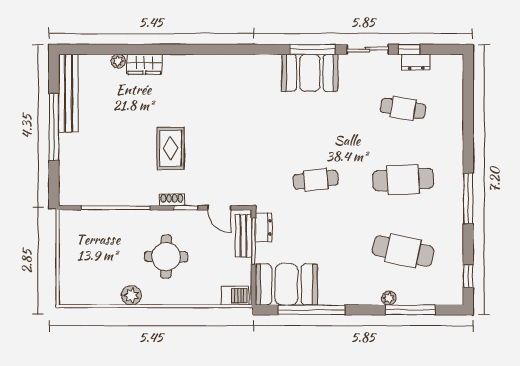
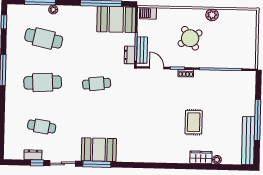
rug: (171, 148) -> (194, 122), moved
round table: (166, 257) -> (190, 38), turned -33

